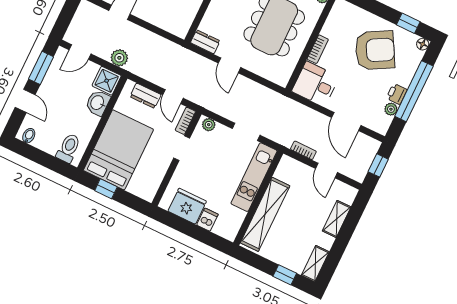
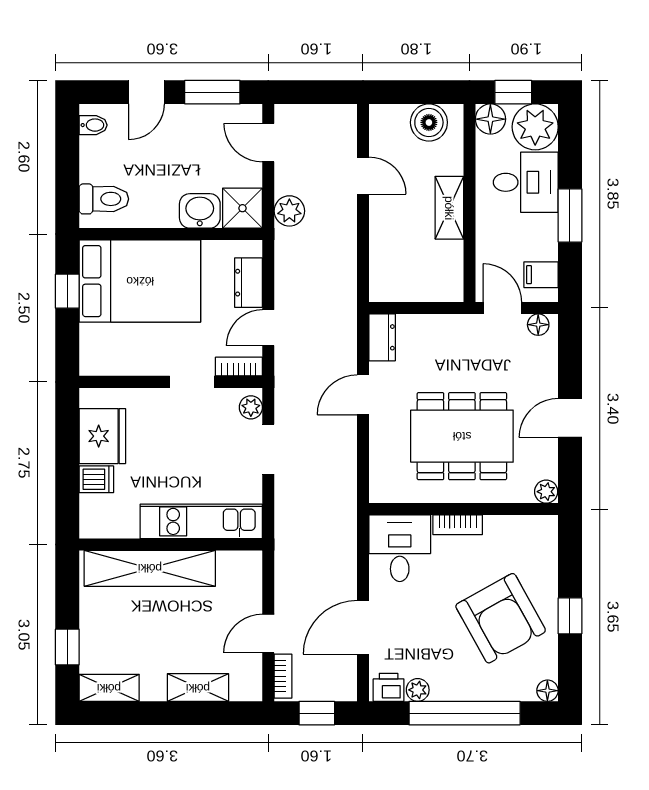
window: (408, 23) -> (570, 616), moved
printer: (397, 94) -> (389, 687), moved
doorway: (246, 132) -> (268, 449), moved
bookcase: (303, 150) -> (283, 676), moved

